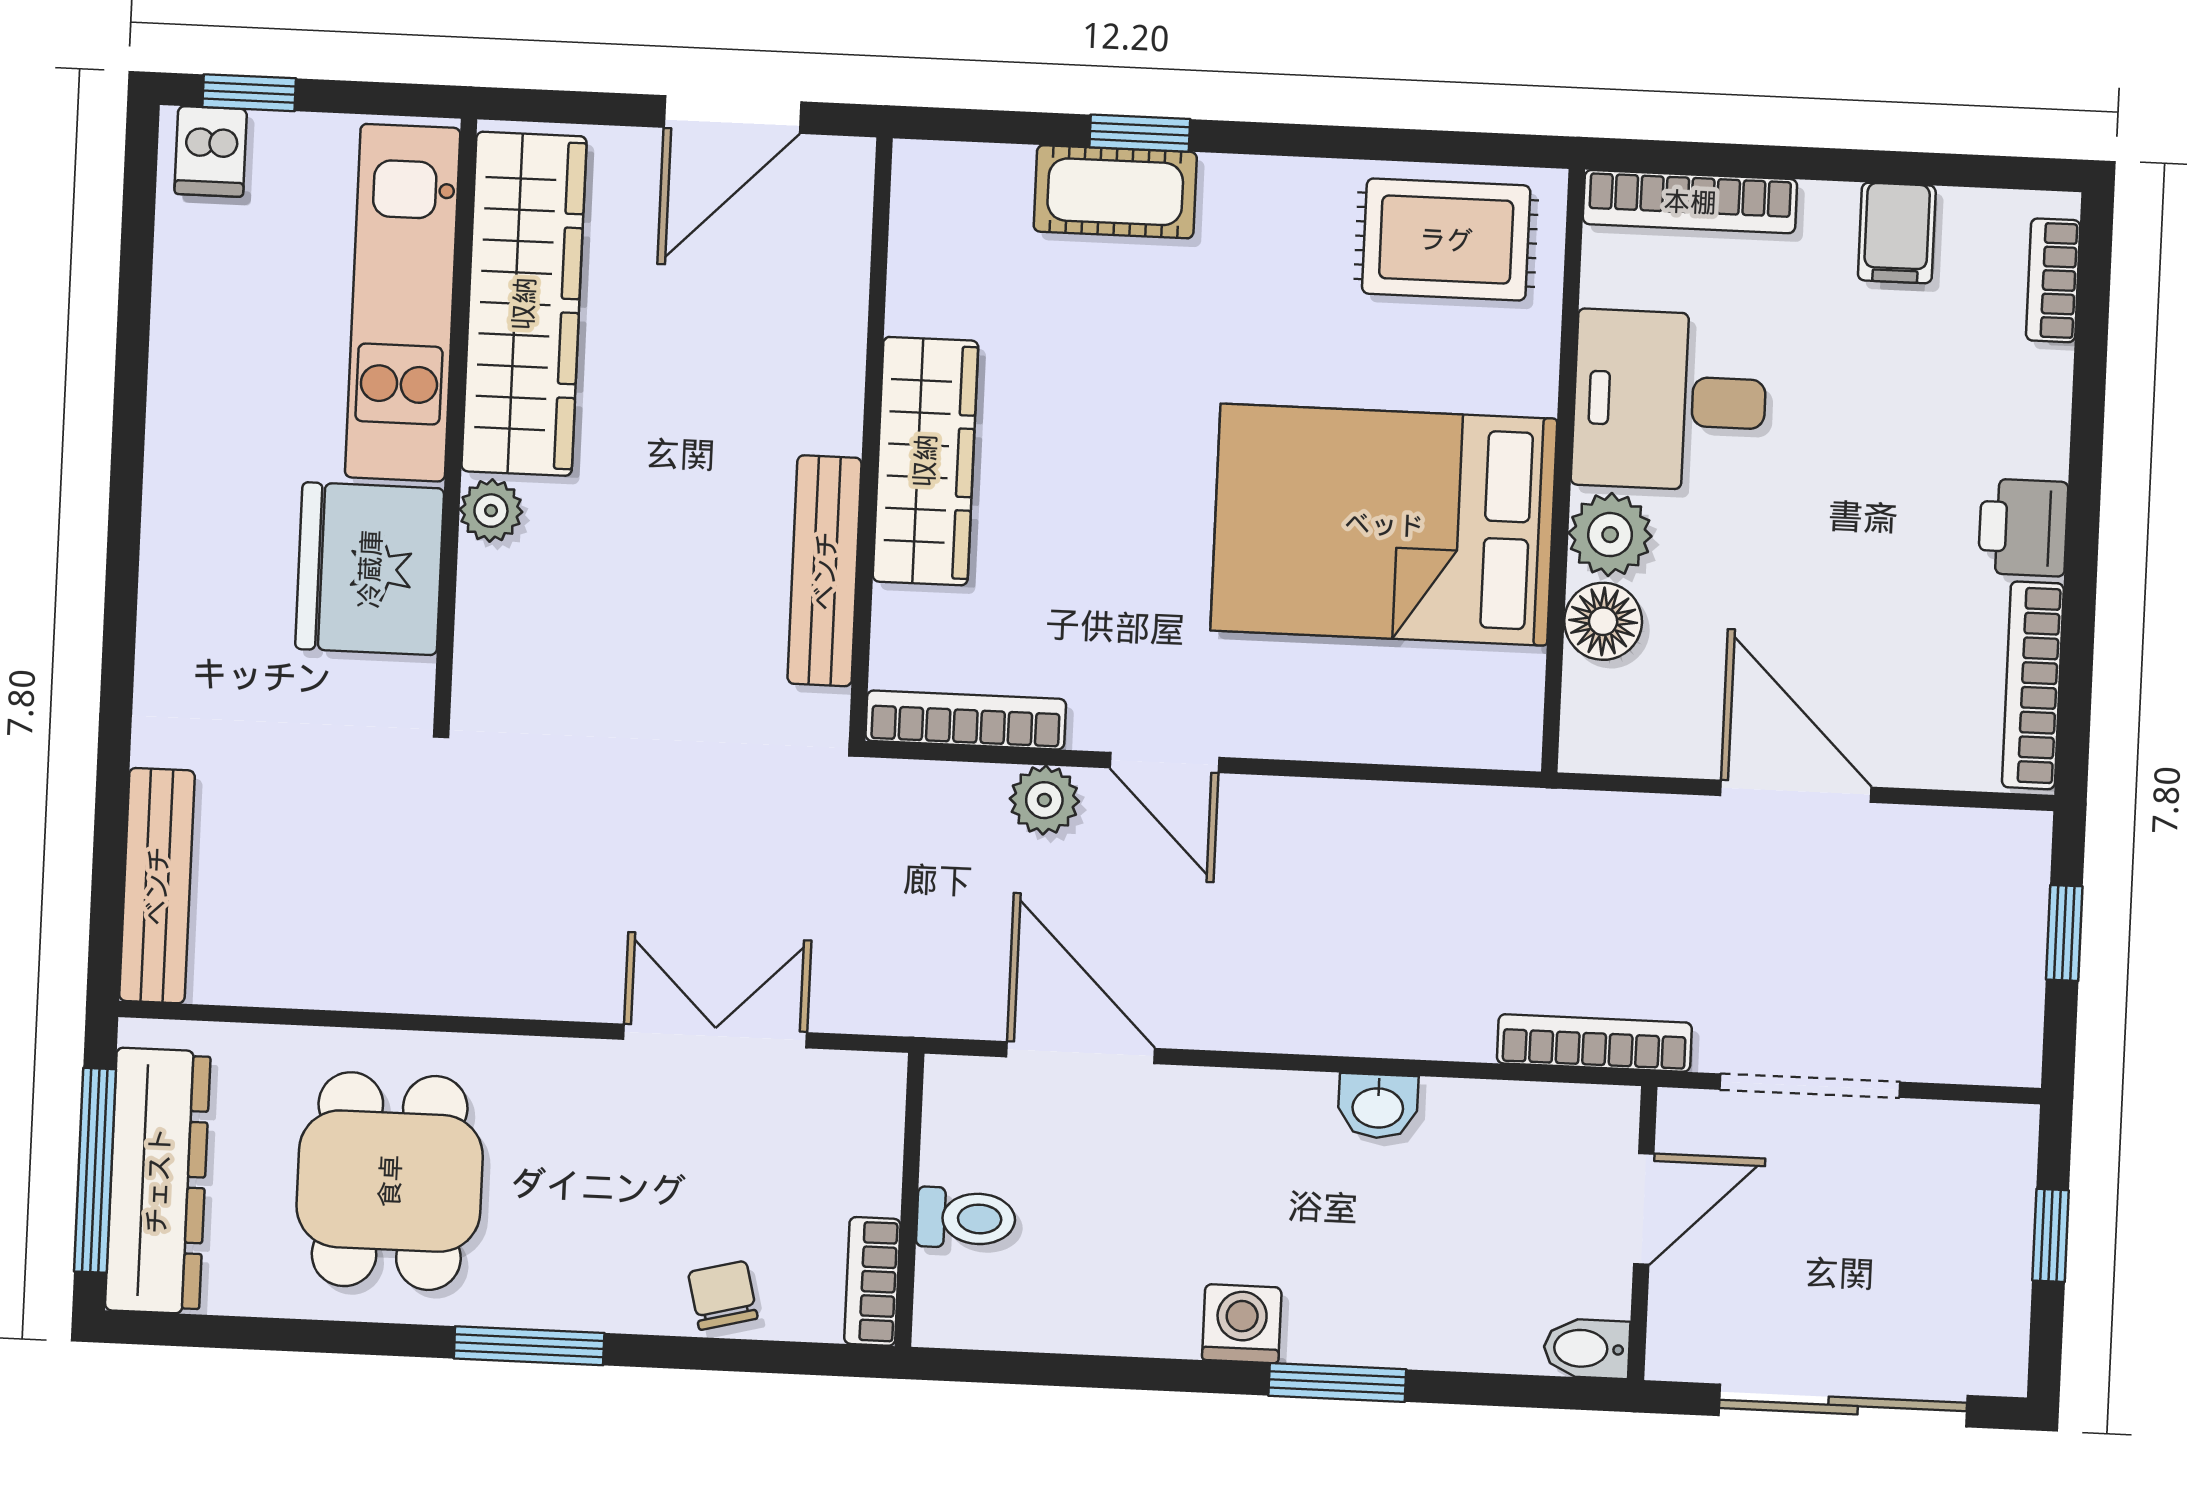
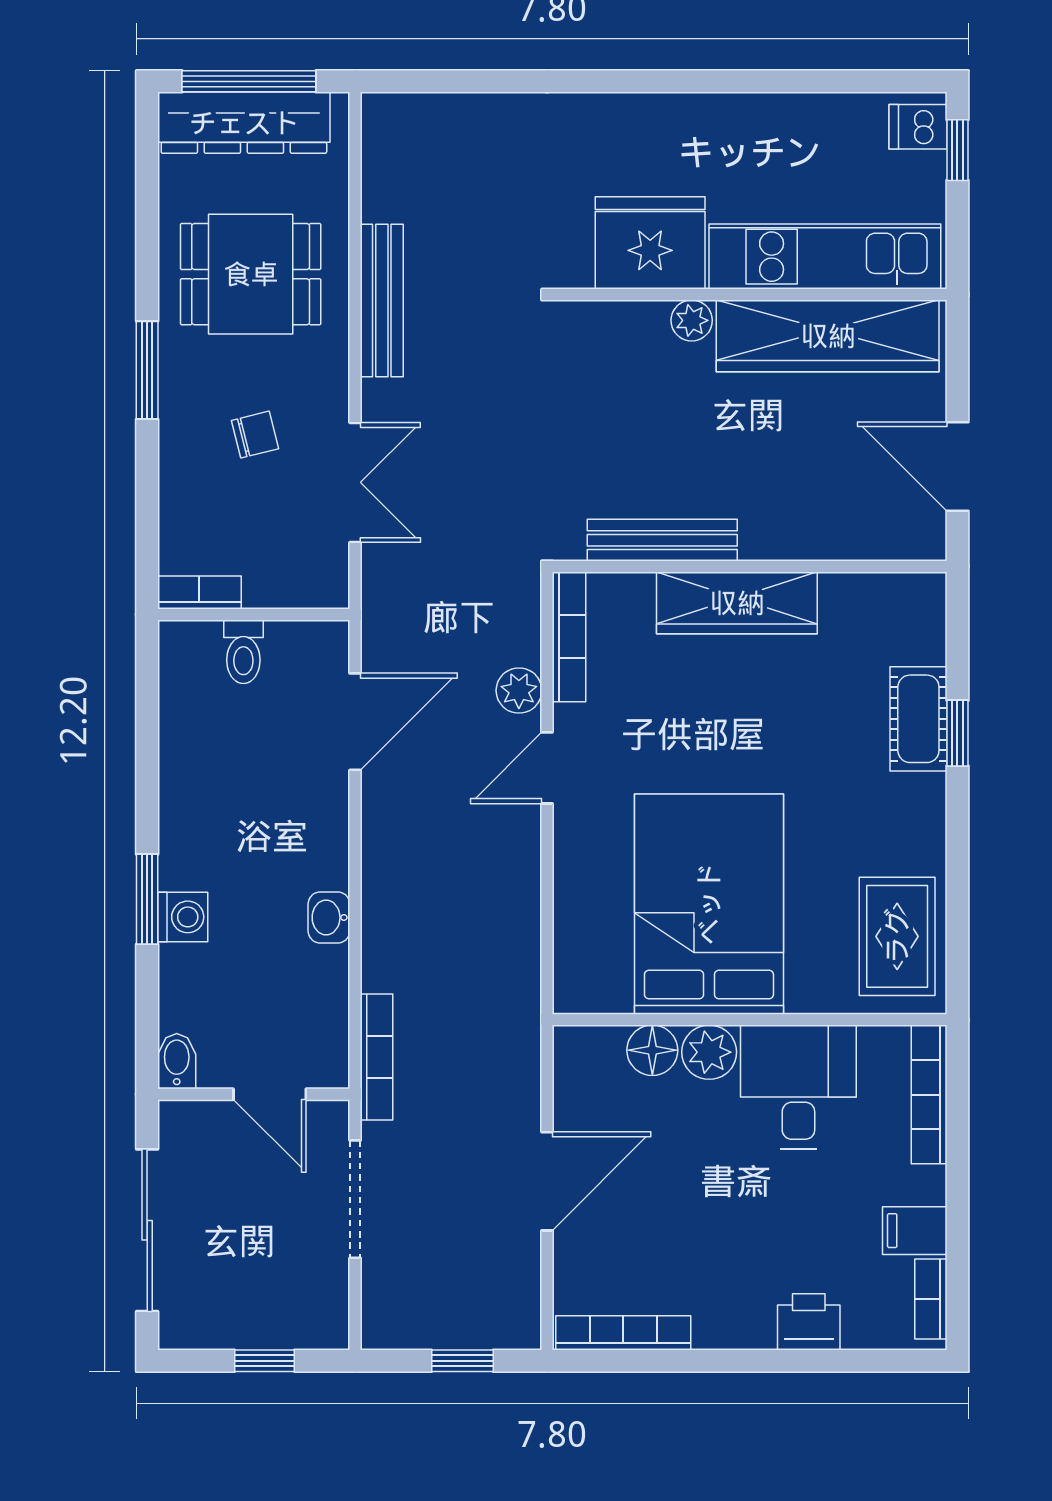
bookcase: (2053, 280) -> (931, 1299), moved, turned -90
printer: (2023, 527) -> (809, 1322), moved
bench: (157, 886) -> (382, 300), moved, turned 90
chair: (723, 1295) -> (255, 435), moved
washing machine: (1242, 1324) -> (183, 917), moved

